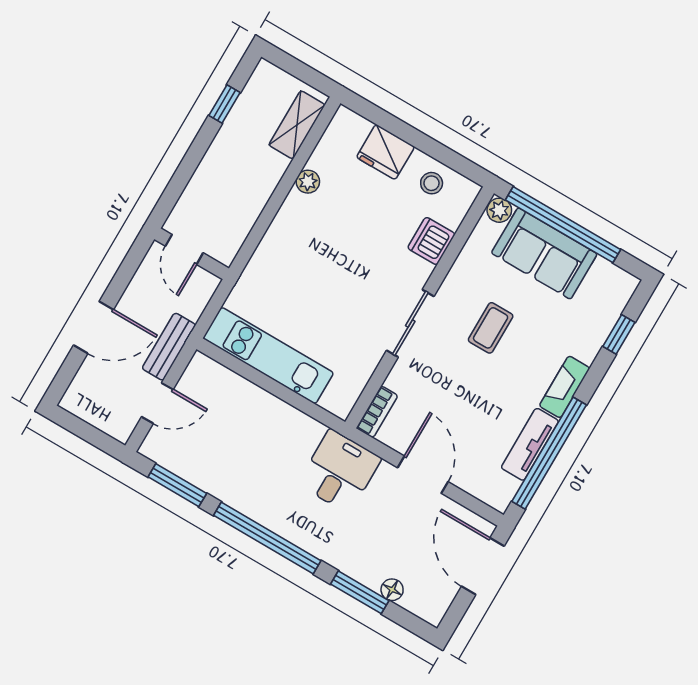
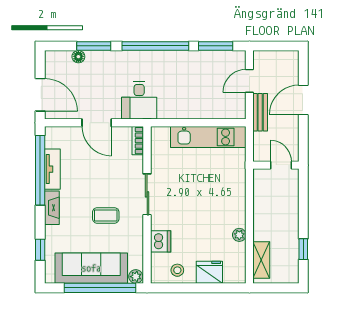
sofa: (544, 253) -> (91, 268), width x1.36
coffee table: (491, 328) -> (106, 215), turned 90

